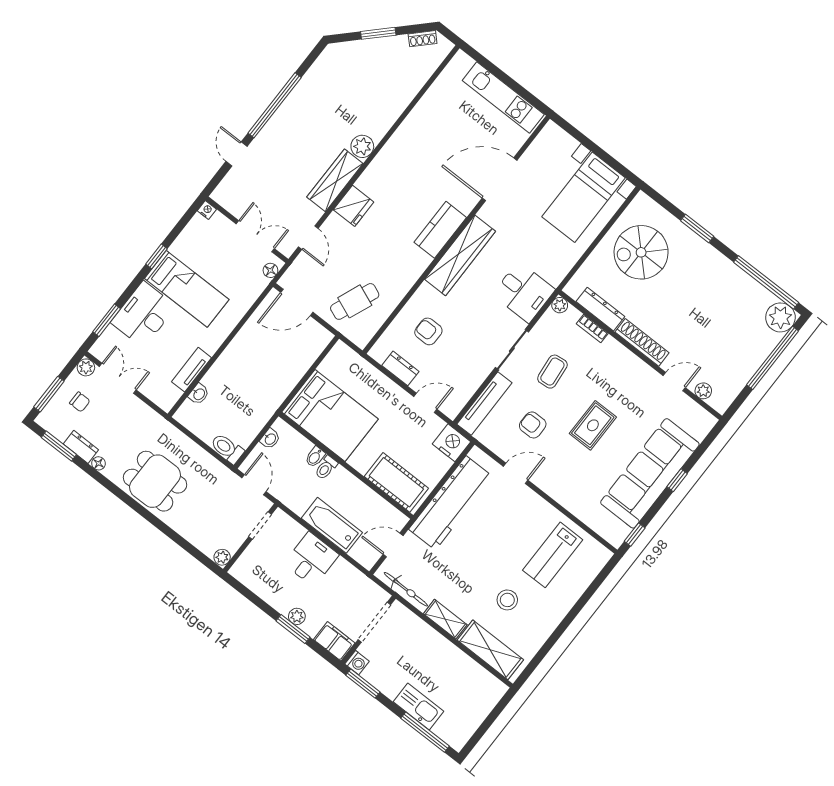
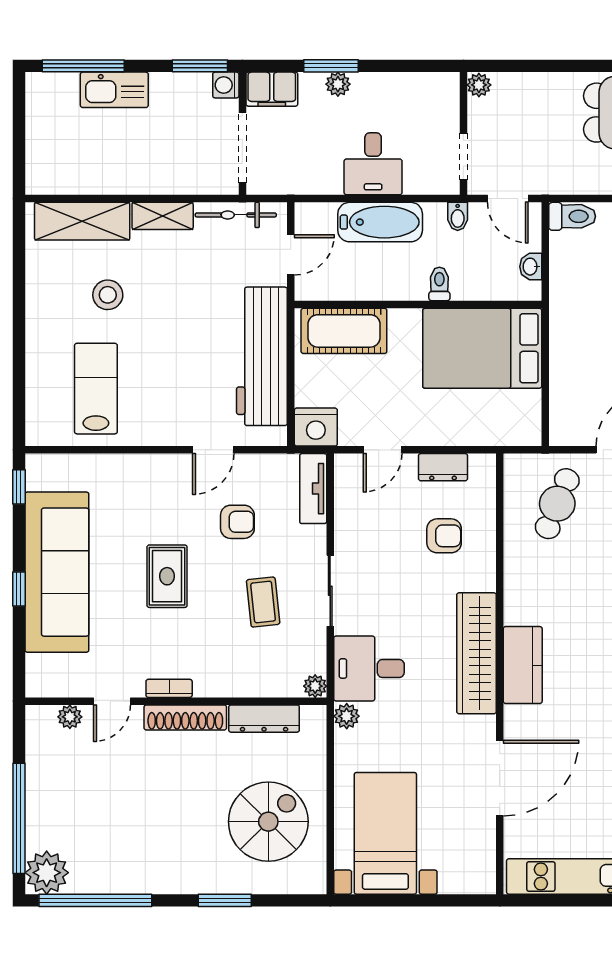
plant: (555, 276) -> (347, 716), added
bookcase: (592, 329) -> (169, 688), moved
tv unit: (484, 403) -> (313, 489), width x0.71
bidet: (315, 457) -> (458, 216), moved, turned 180

